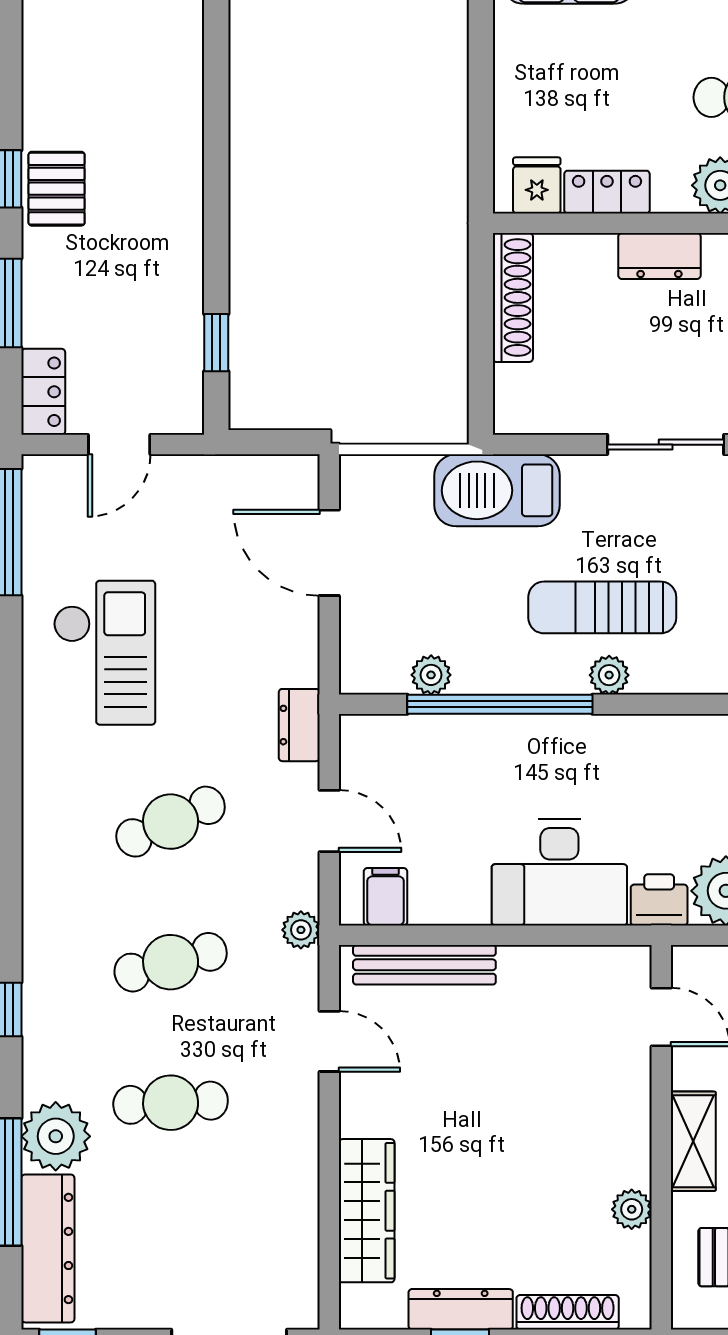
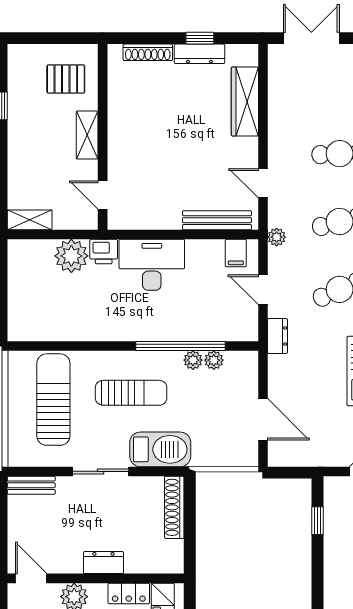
shoe rack: (513, 297) -> (174, 507), moved
barbecue: (497, 490) -> (160, 449), moved
plant: (609, 675) -> (193, 360), moved
plant: (632, 1209) -> (117, 102), removed

